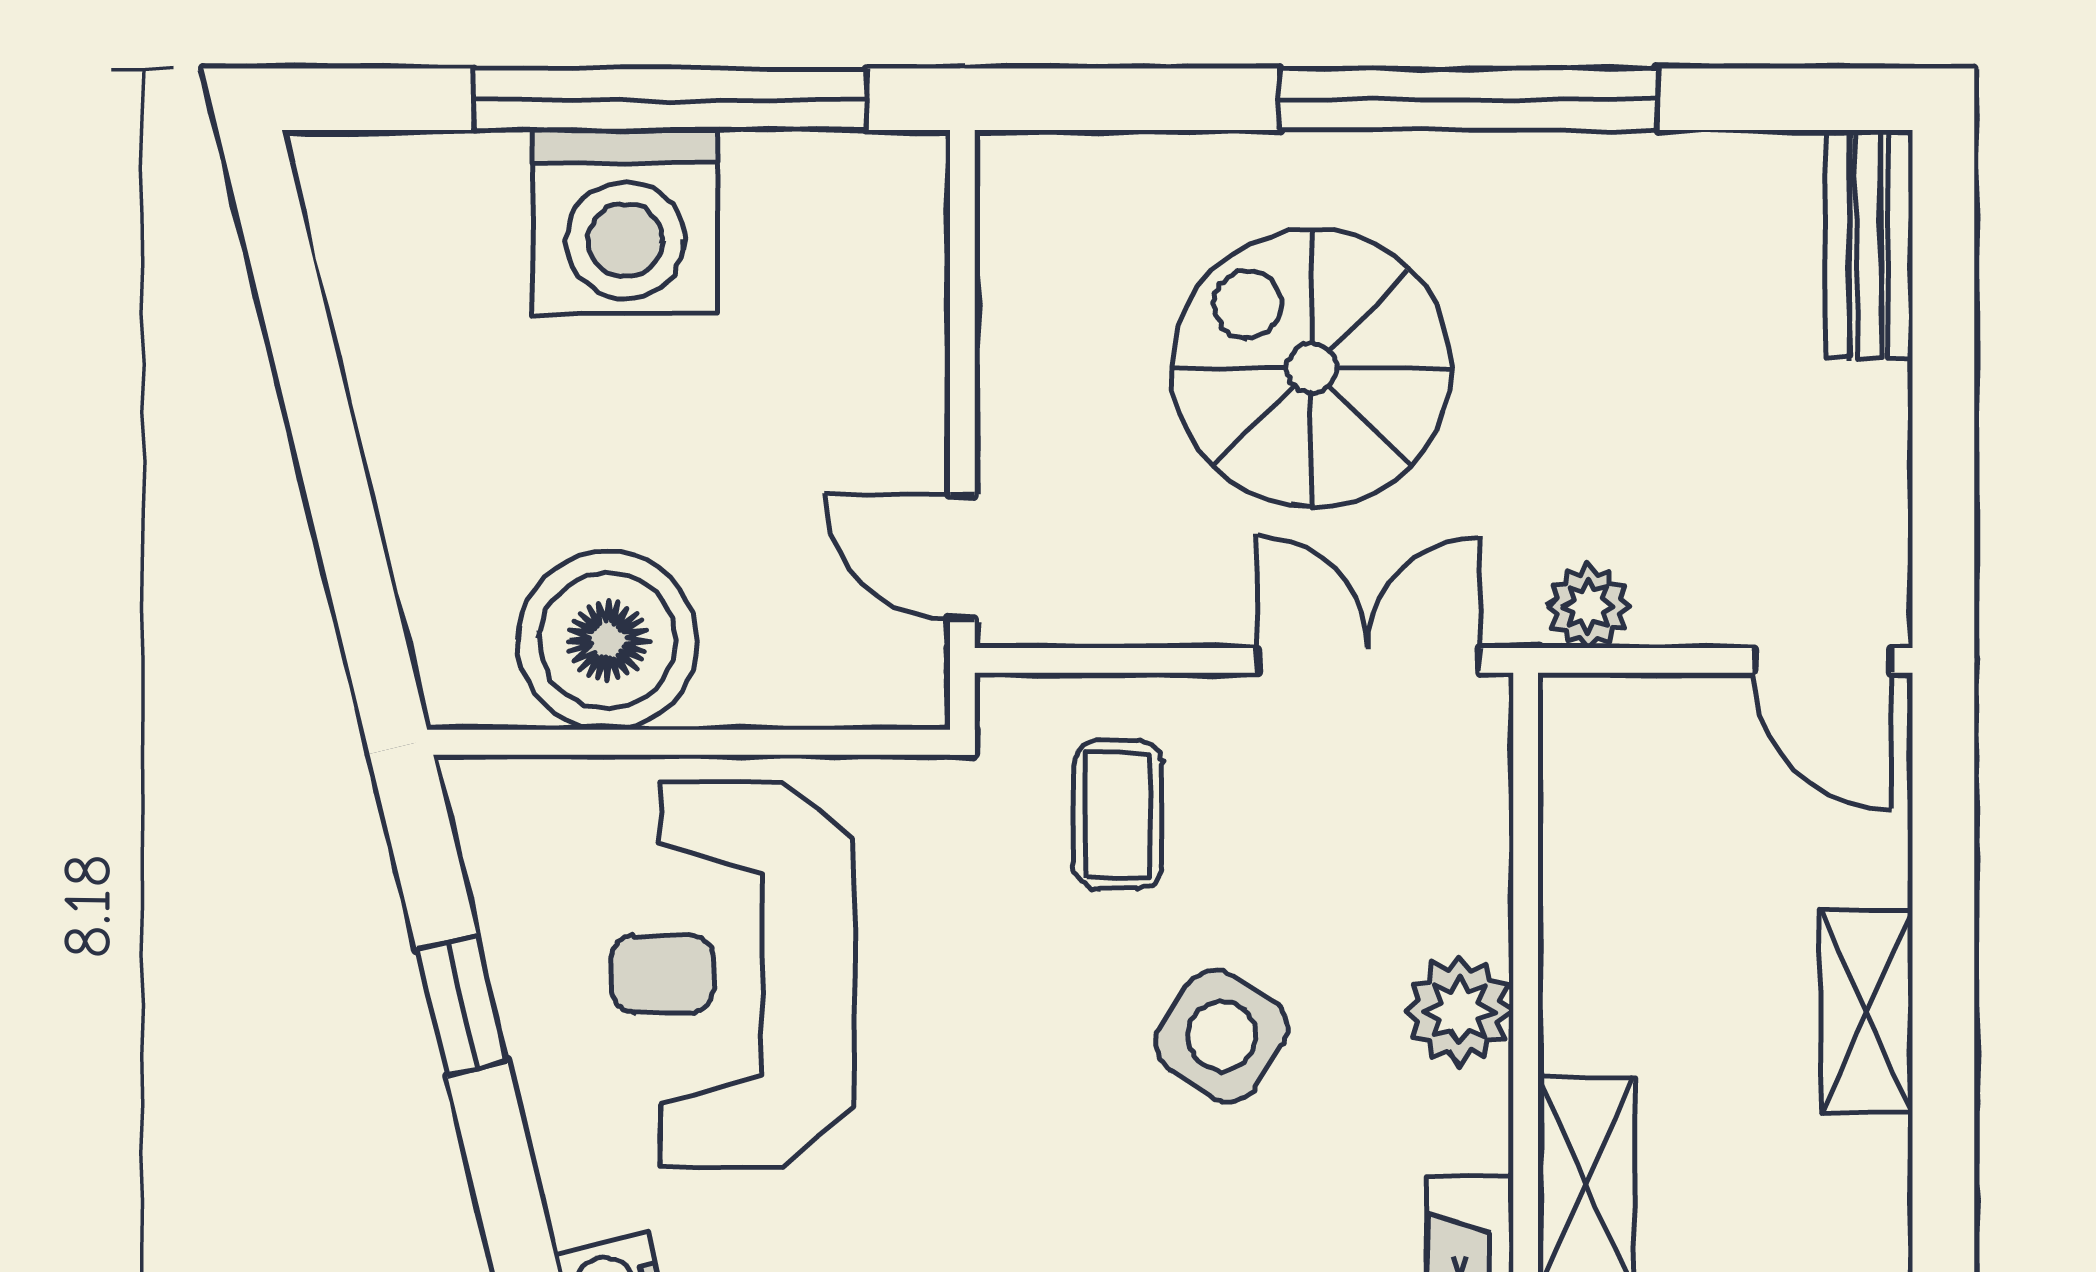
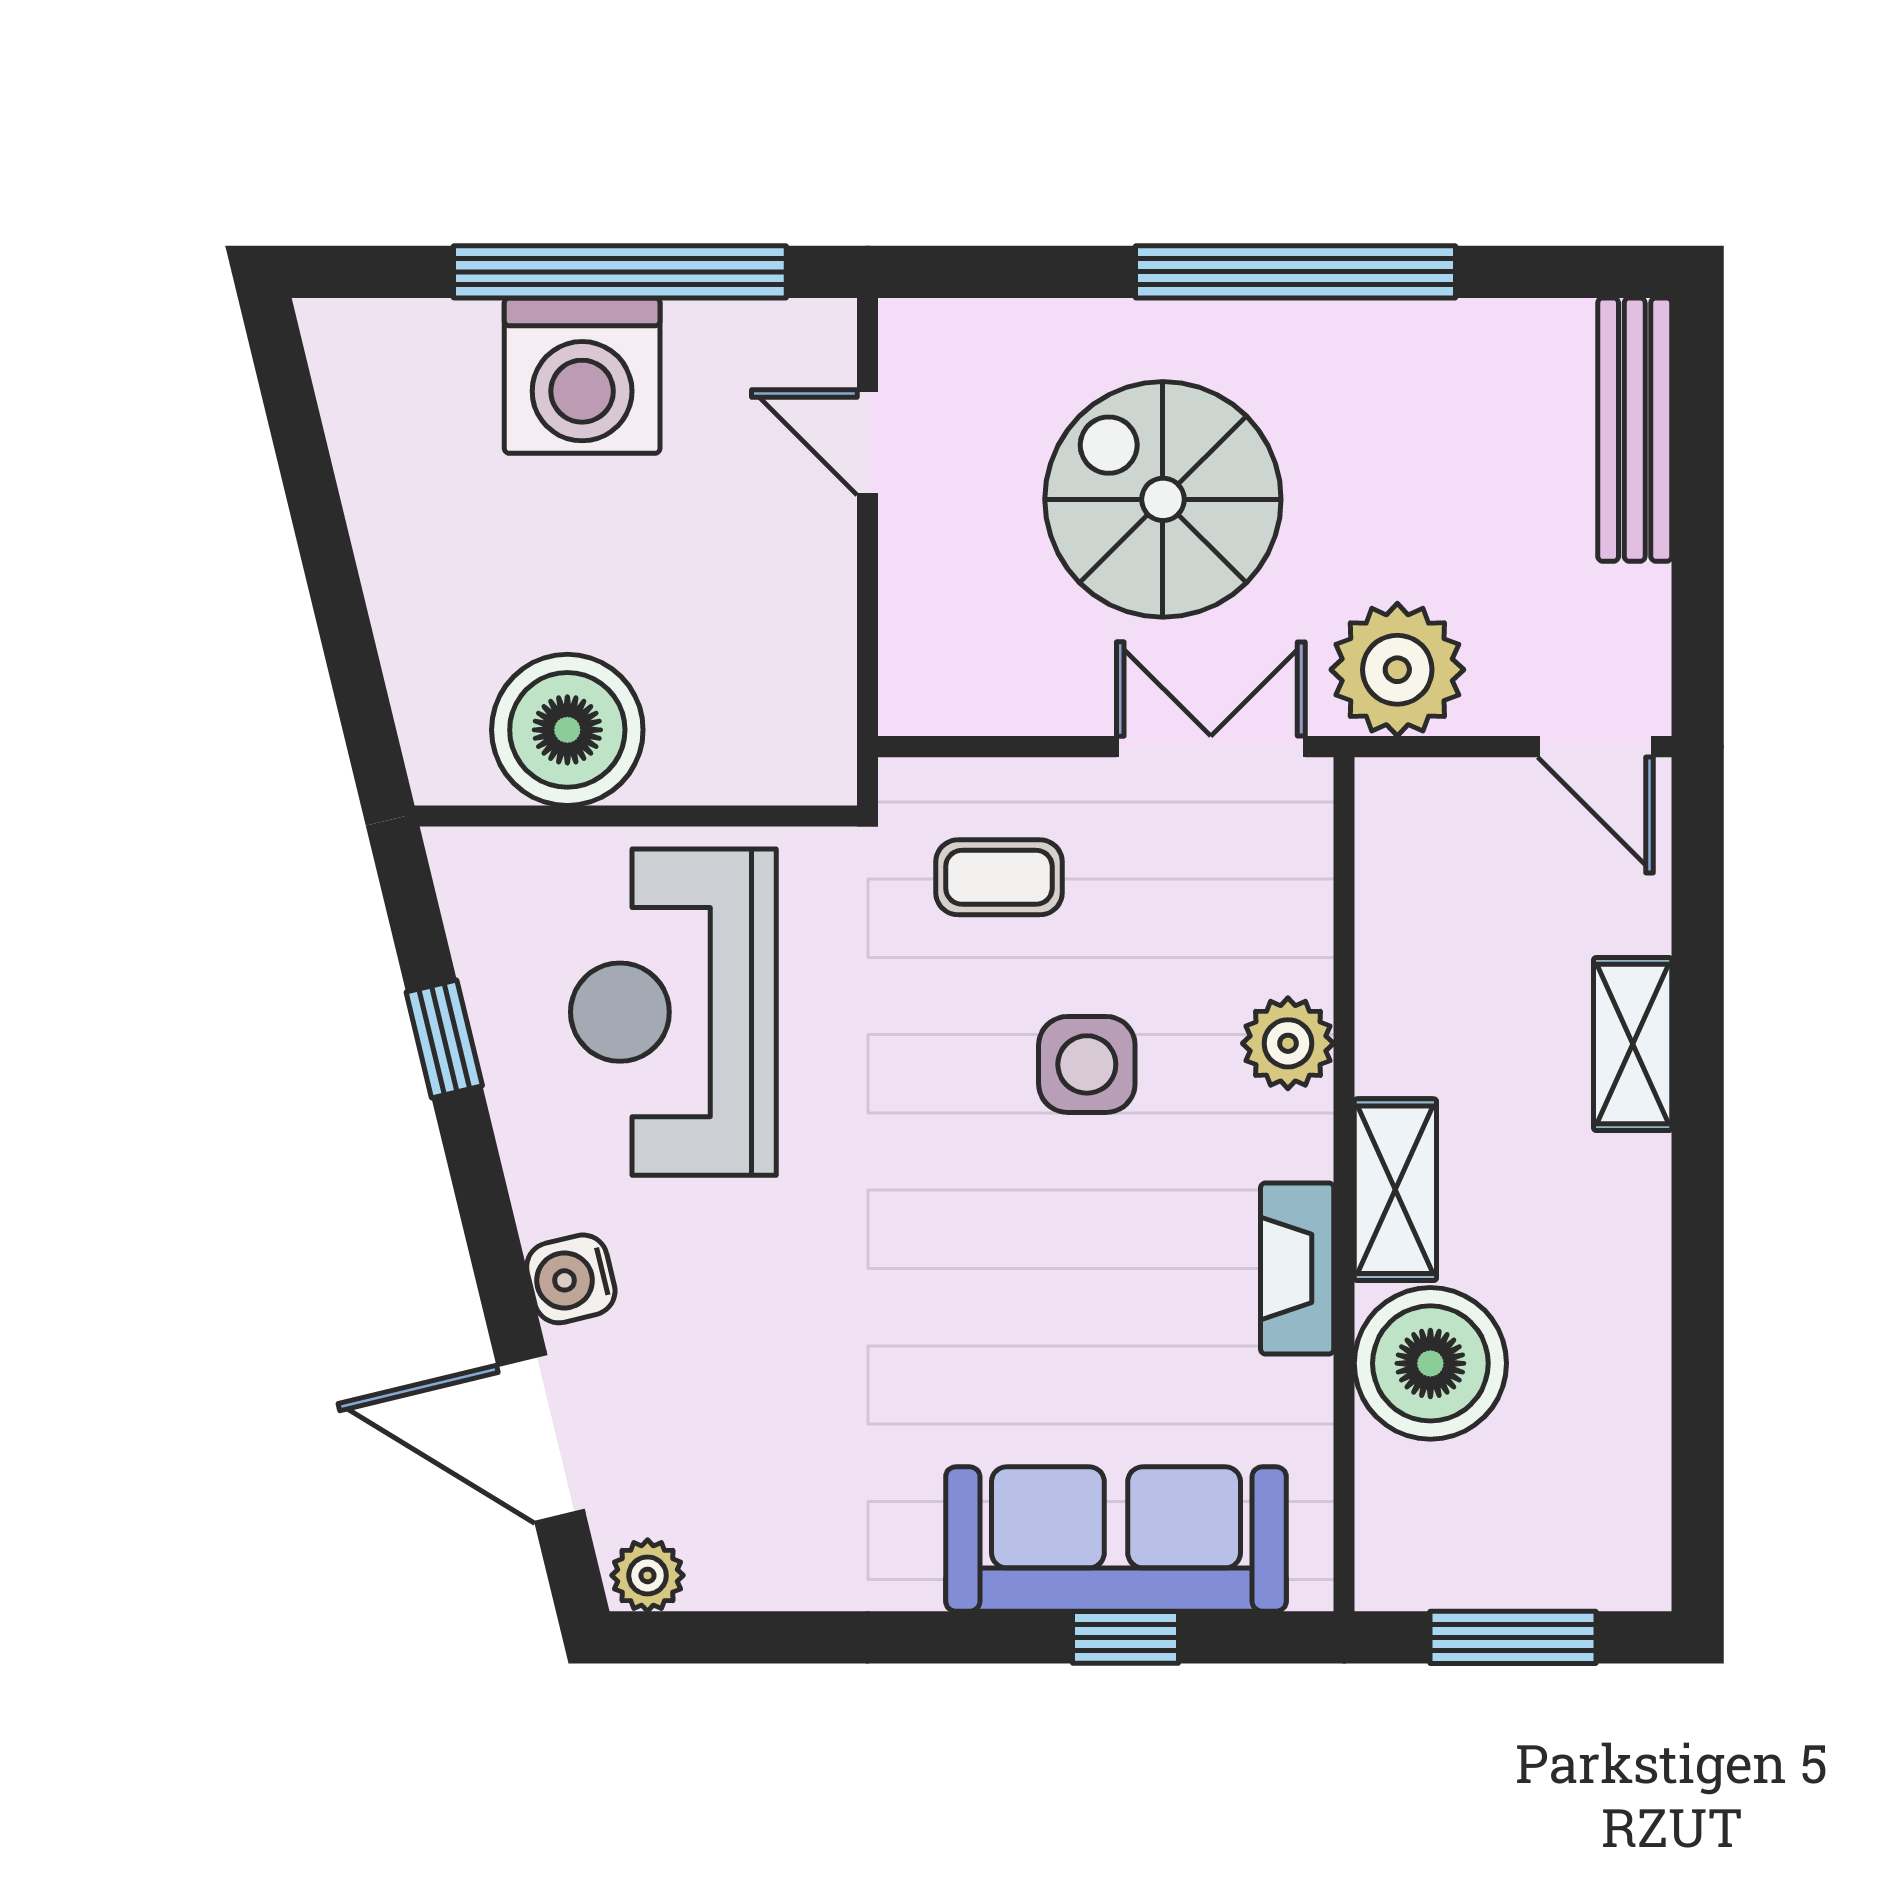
bench: (1869, 244) -> (1635, 430), width x1.36
door: (962, 557) -> (868, 442), moved
plant: (1588, 606) -> (1397, 670), width x1.87, depth x1.87
coffee table: (1118, 815) -> (999, 877), turned 90
side table: (1222, 1036) -> (1087, 1064), turned -33

